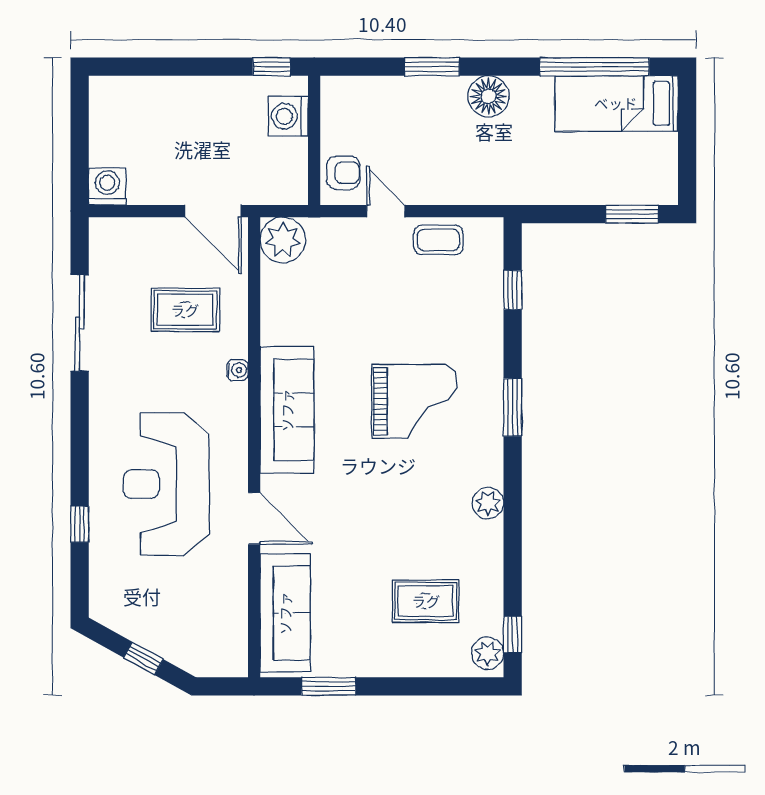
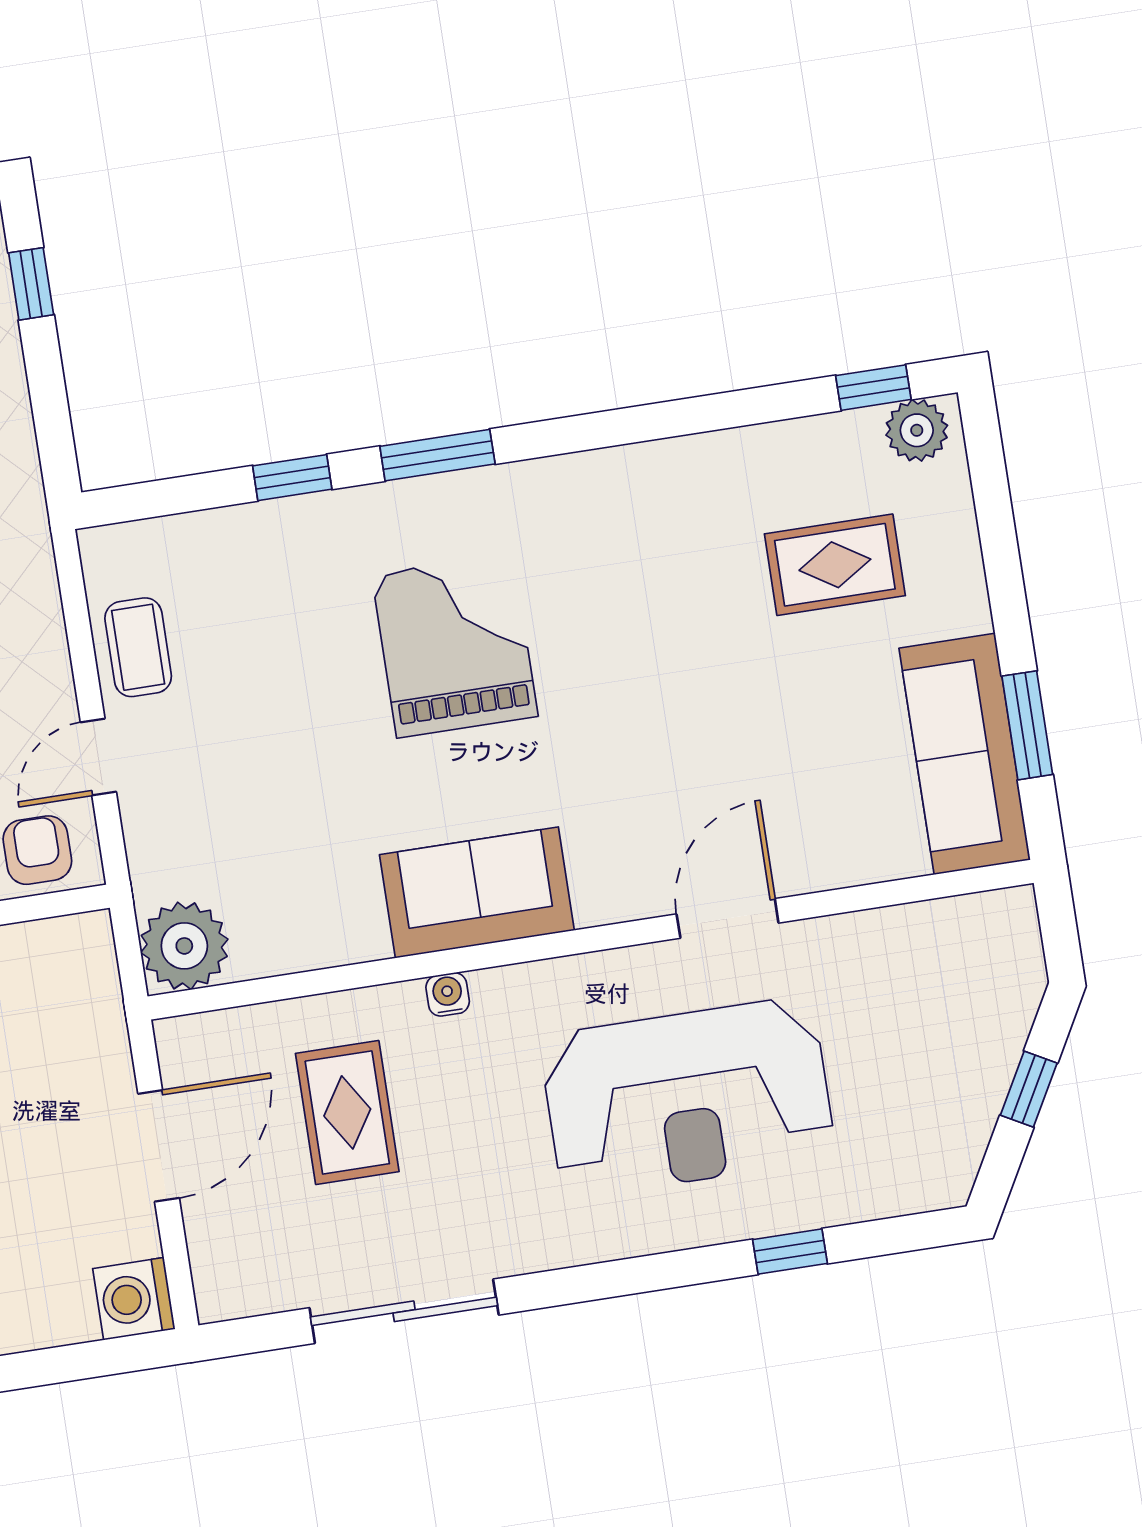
door: (213, 211) -> (159, 1146), moved
window: (632, 214) -> (31, 284), width x0.67
window: (513, 290) -> (292, 478), moved
sofa: (287, 410) -> (477, 892), width x0.73
plant: (488, 503) -> (628, 474), removed
rug: (426, 601) -> (835, 565), turned 90
sofa: (285, 613) -> (965, 754), moved, turned -90

